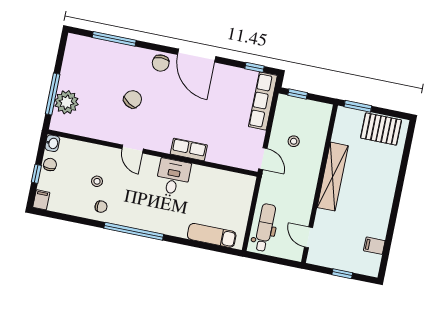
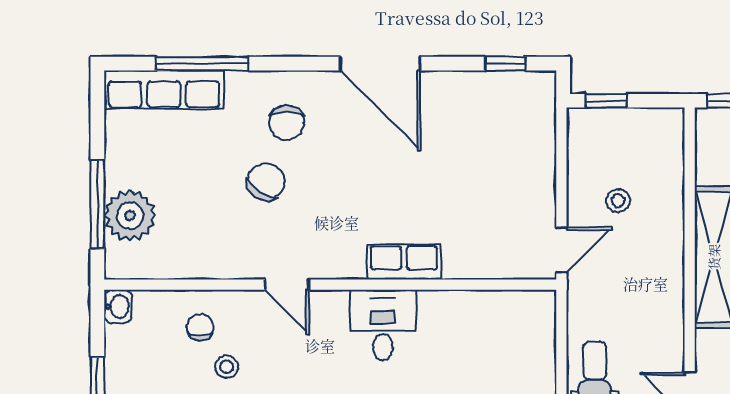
chair: (161, 63) -> (287, 123), moved
row of seats: (263, 101) -> (164, 90), moved, turned -90
door: (263, 159) -> (561, 250), hinge flipped
chair: (50, 165) -> (200, 327), moved

